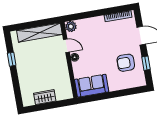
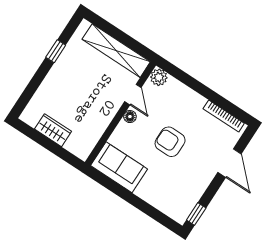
armchair: (126, 63) -> (170, 142), moved
window: (146, 63) -> (196, 214), moved

